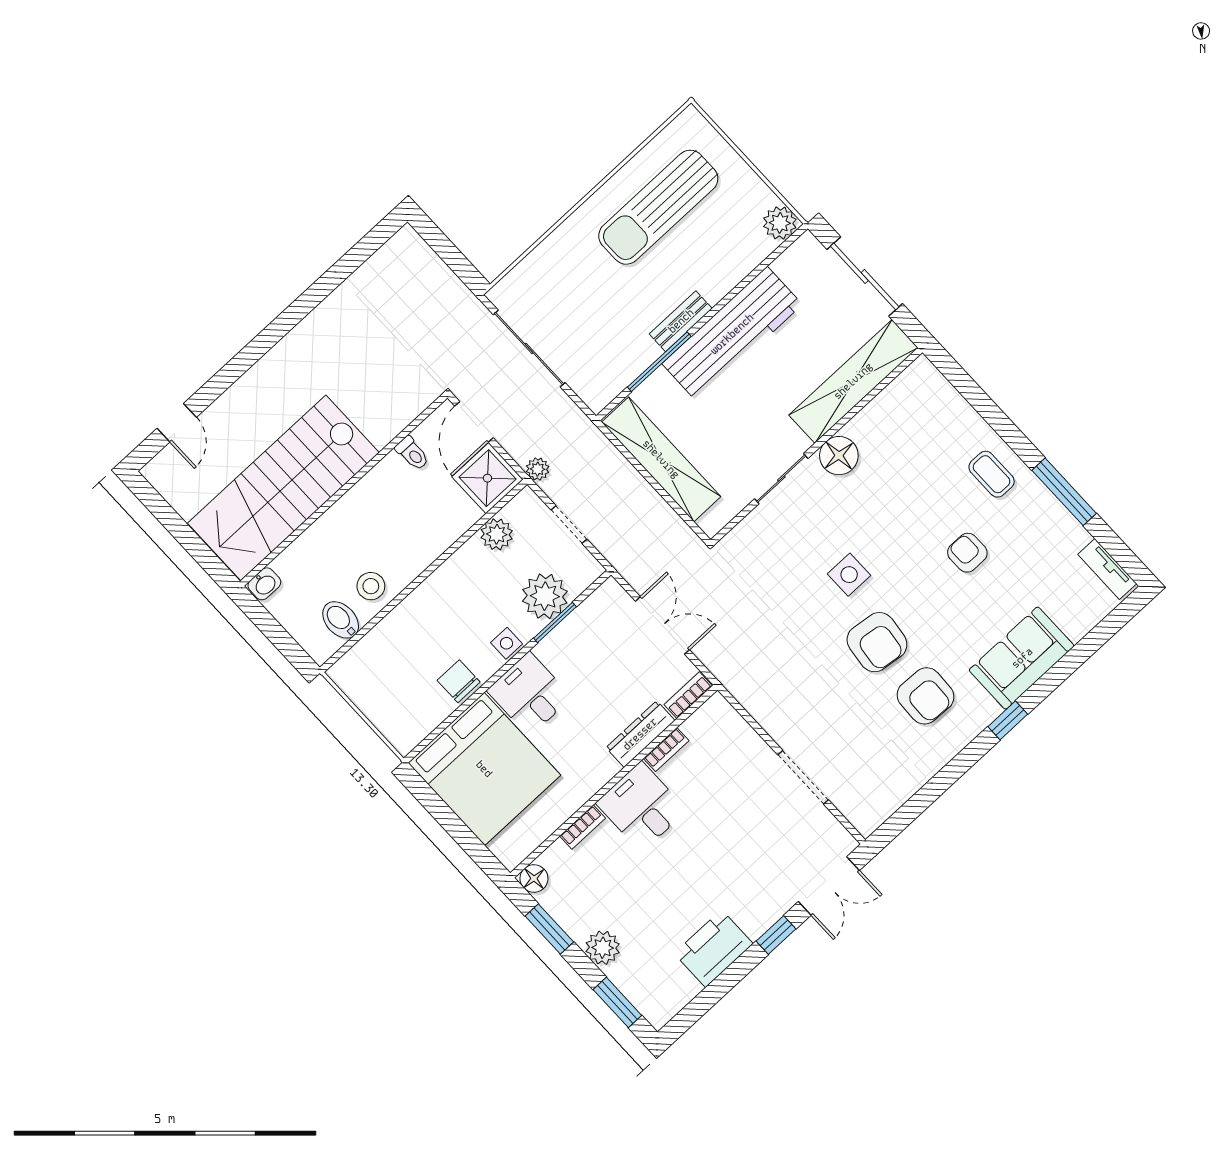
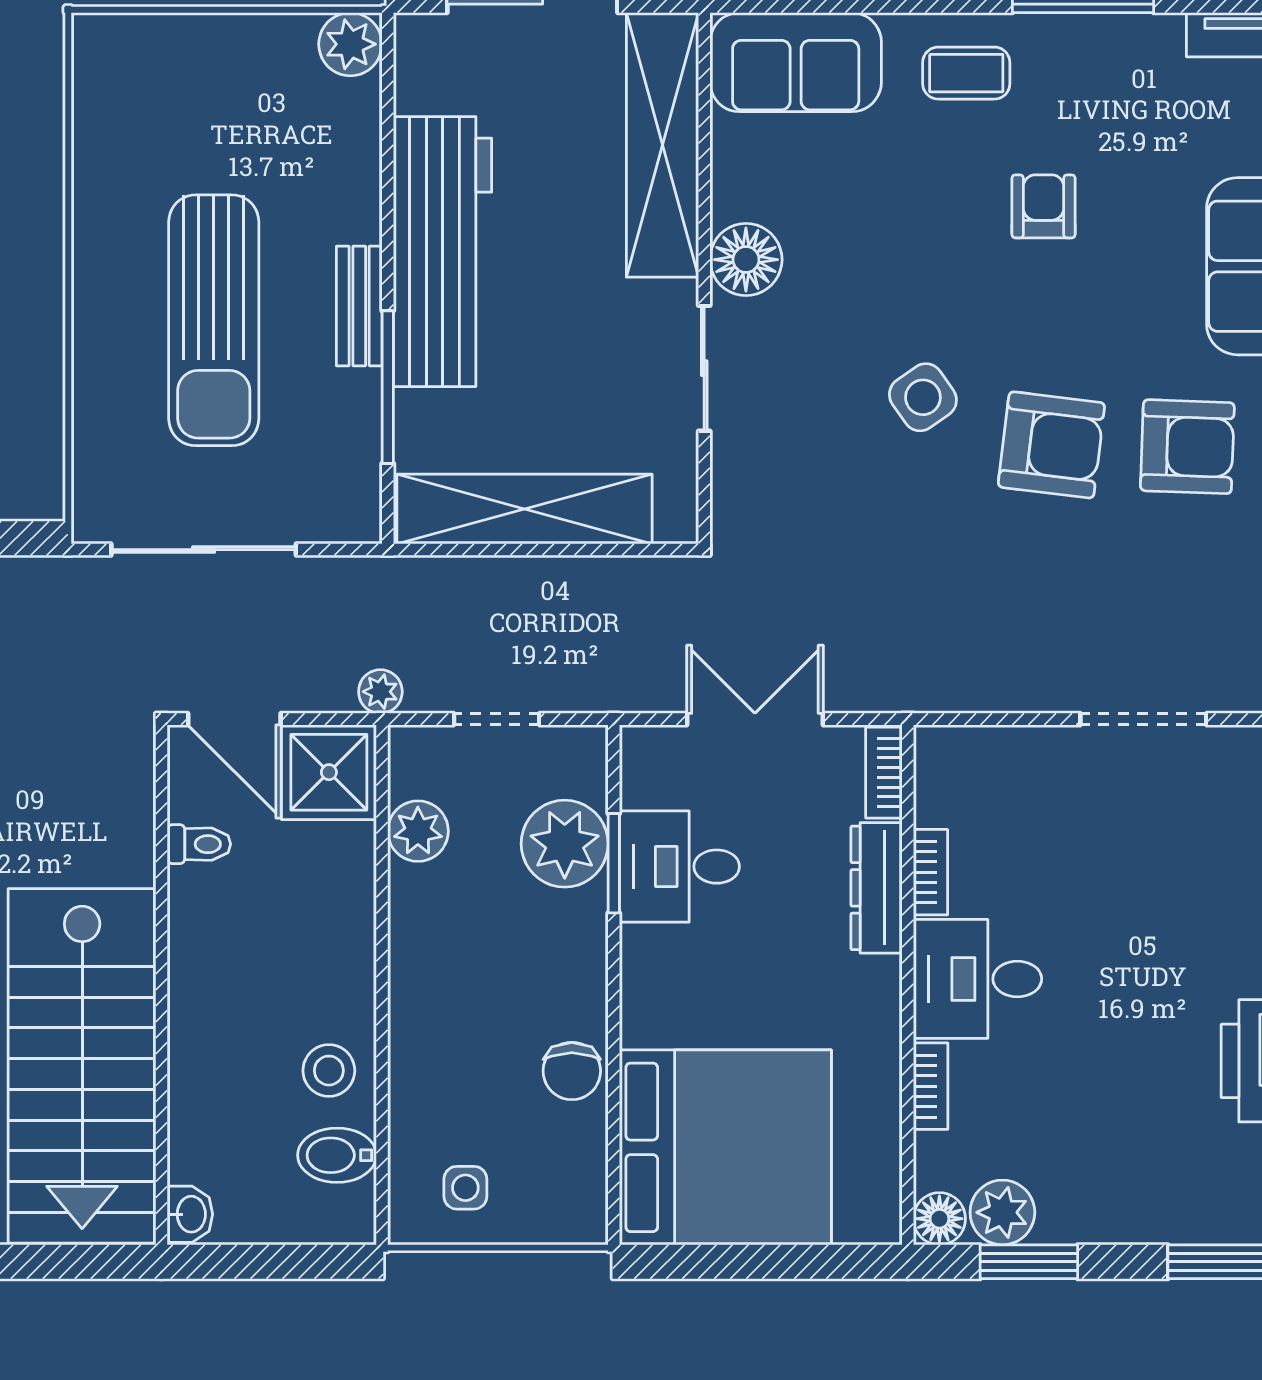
sun lounger: (658, 207) -> (214, 320), moved
sofa: (934, 404) -> (796, 62), added
armchair: (967, 553) -> (1044, 206), turned 90
side table: (849, 575) -> (923, 397), turned -35
side table: (506, 643) -> (465, 1188), moved
chair: (459, 681) -> (572, 1071), turned -90
desk: (529, 694) -> (679, 867), moved
plant: (603, 948) -> (1002, 1212), moved

